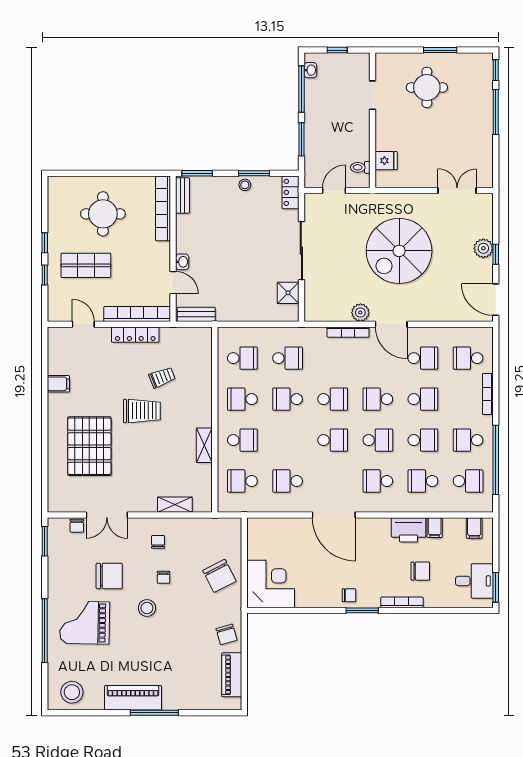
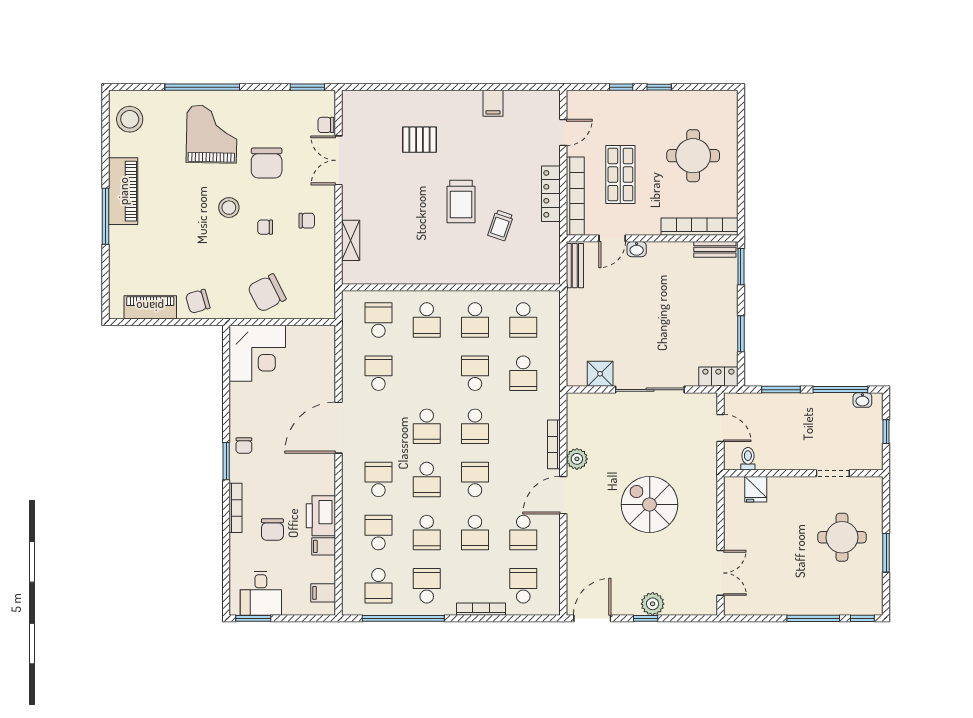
stool: (245, 185) -> (727, 323), removed
spiral stairs: (399, 251) -> (650, 505), width x0.73, depth x0.73
shop shelf: (86, 265) -> (620, 175), moved
trolley: (162, 377) -> (501, 225), turned 40
school desk: (242, 399) -> (475, 320), turned 180
shelving: (204, 445) -> (421, 275), removed
pallet: (89, 446) -> (419, 140), width x0.49, depth x0.50

